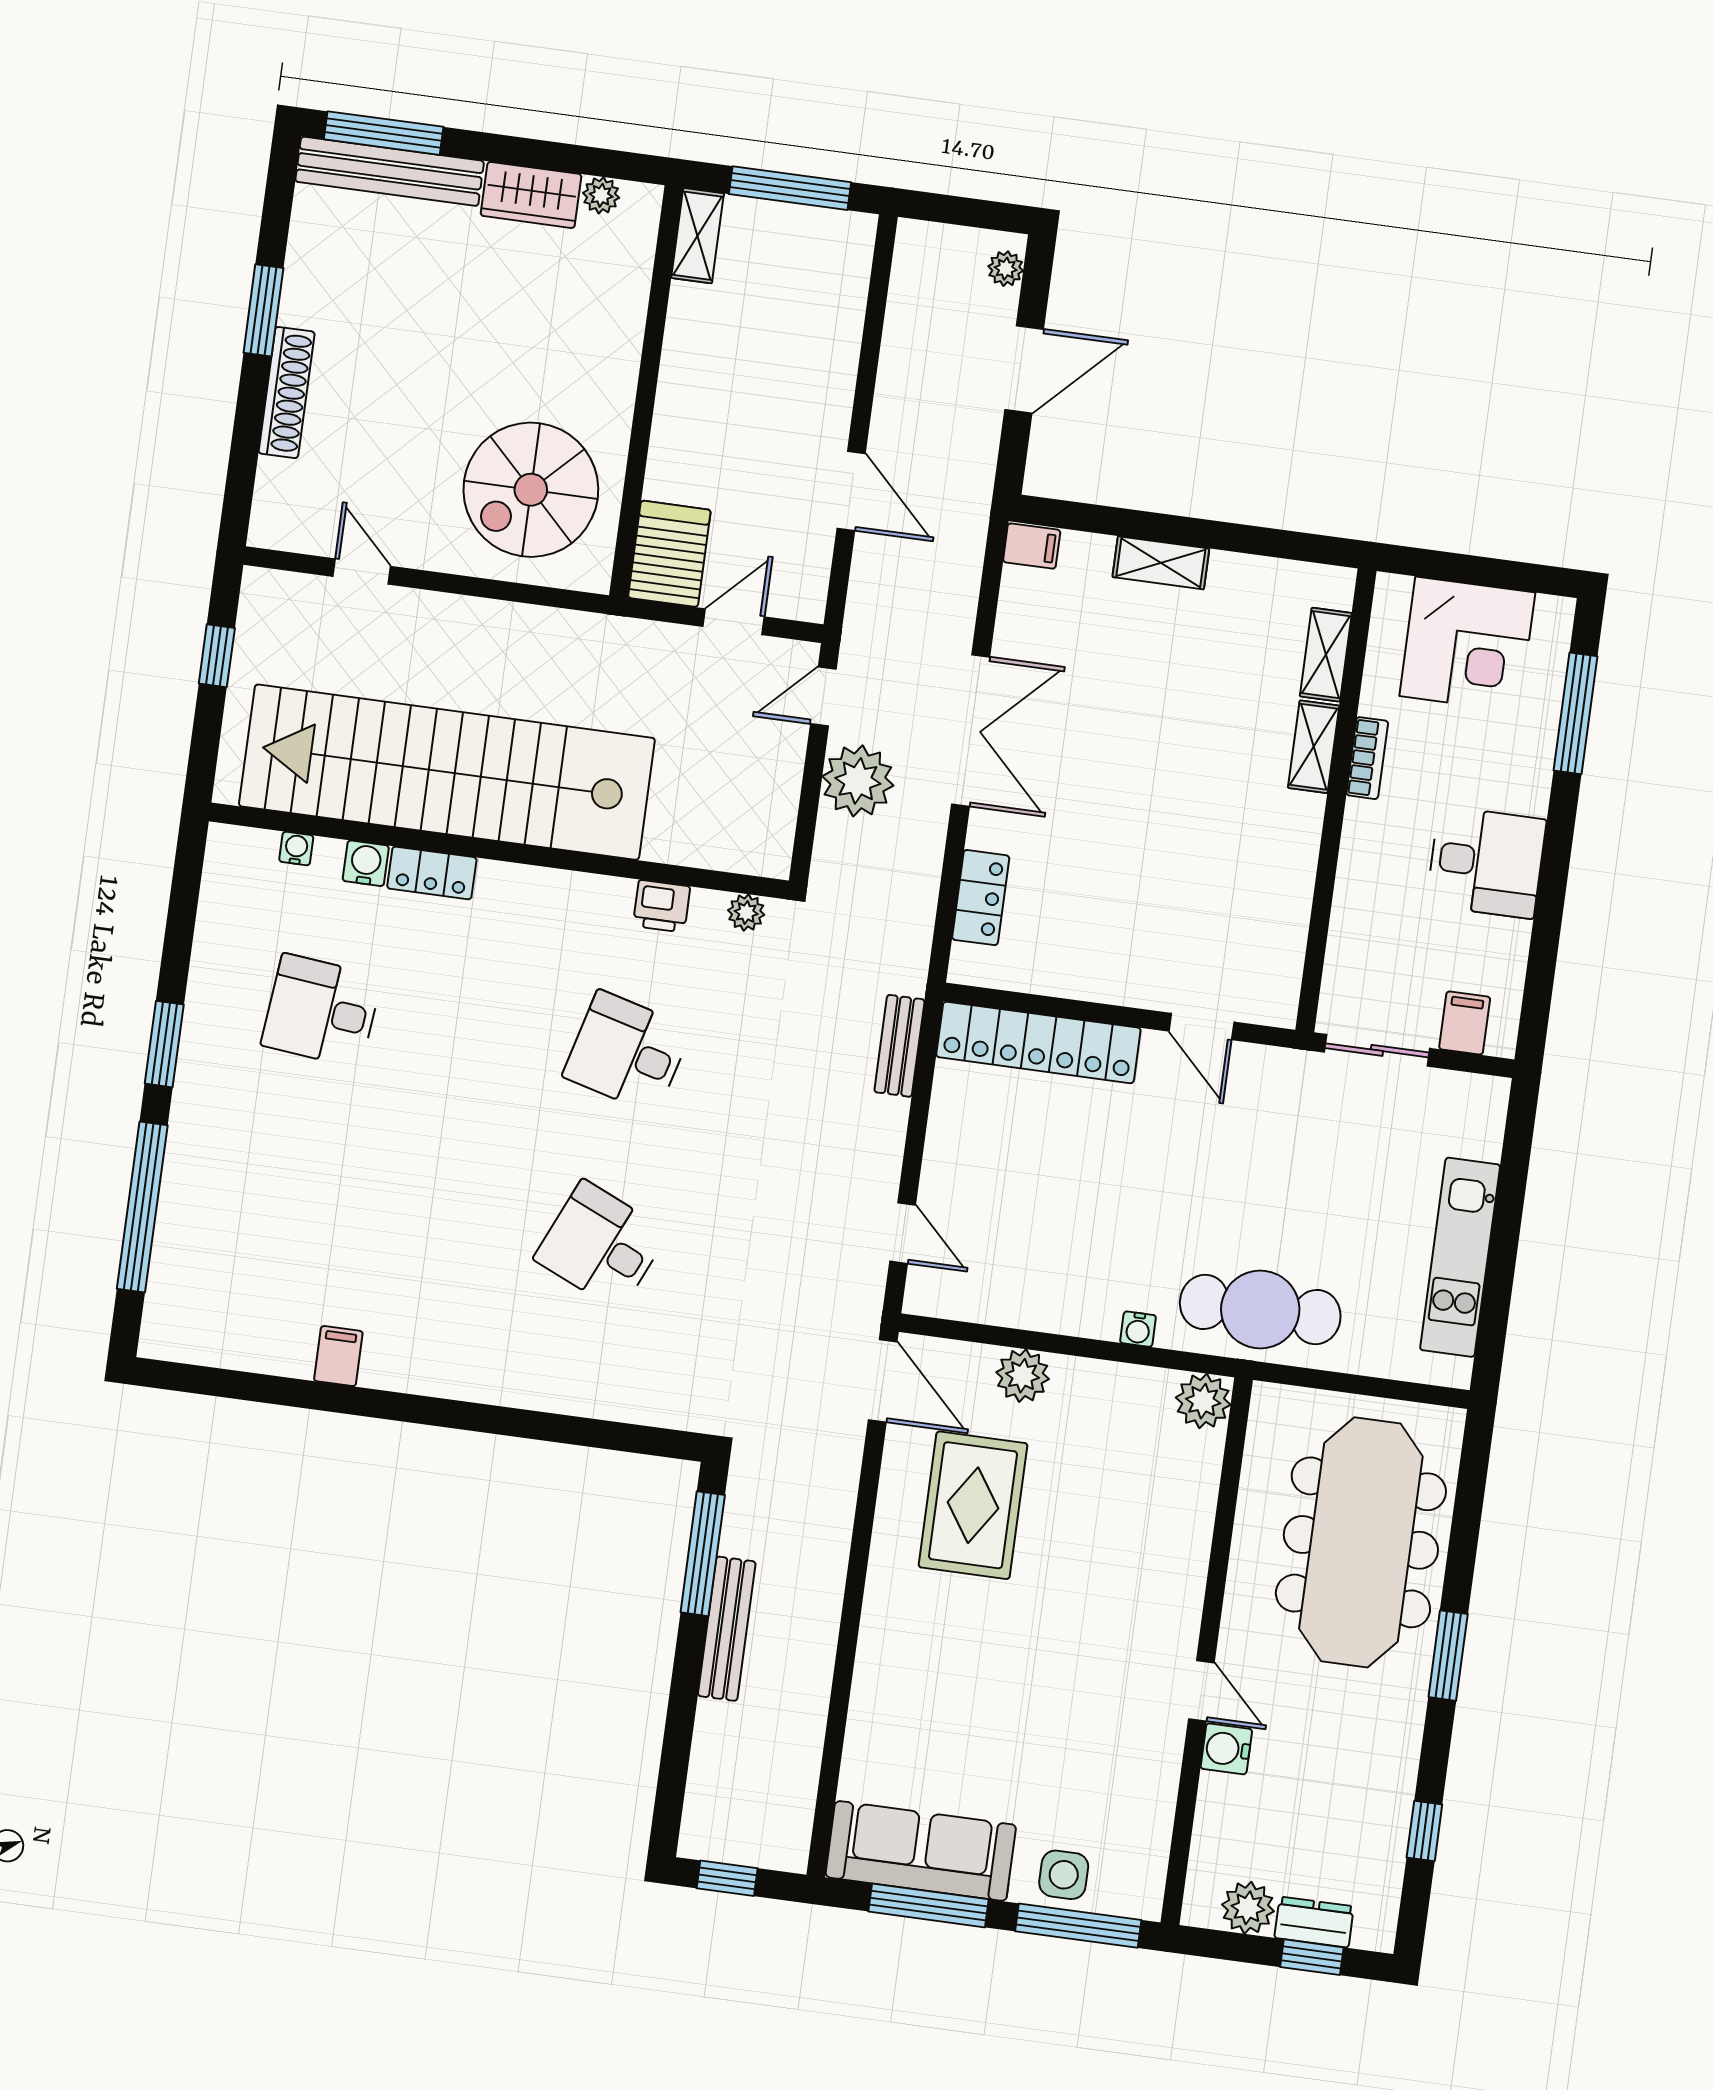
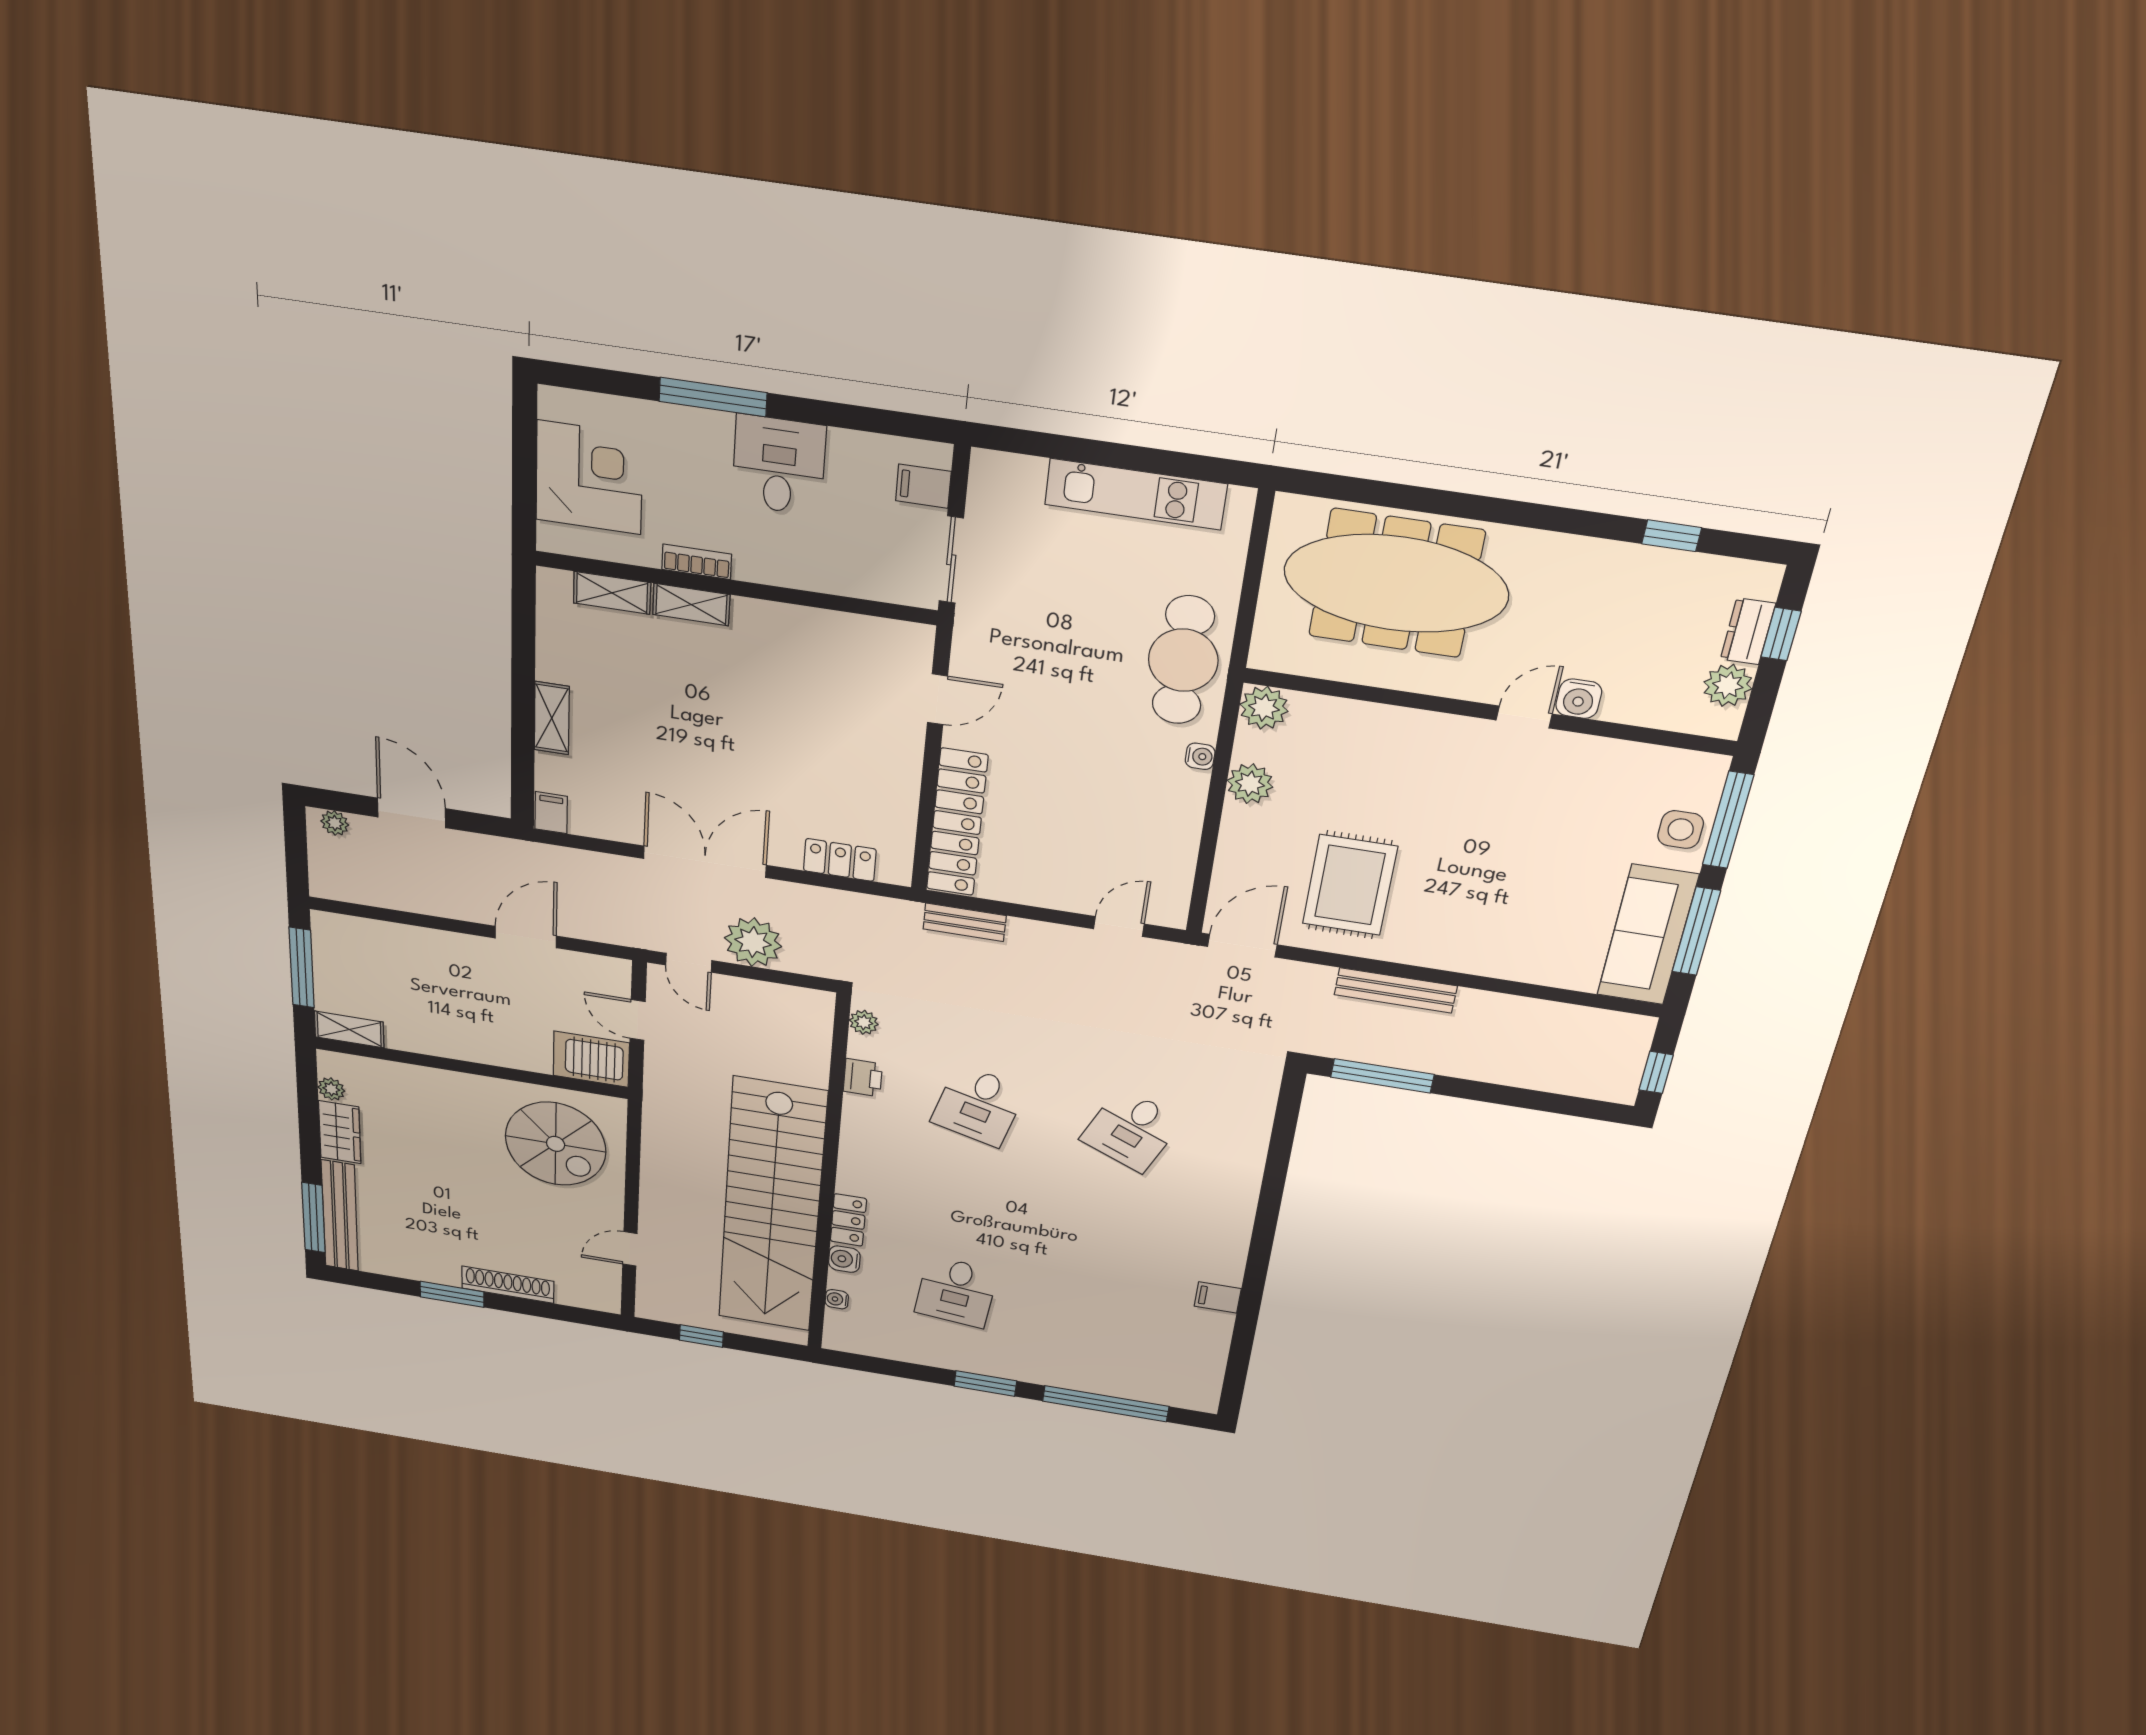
window: (1575, 713) -> (713, 397), moved
plant: (1023, 1376) -> (1250, 784), moved
rug: (973, 1505) -> (1350, 885), turned 90
bench: (727, 1629) -> (1396, 990), moved
window: (1448, 1656) -> (1506, 512), removed

